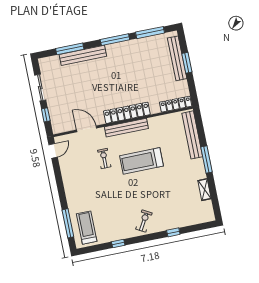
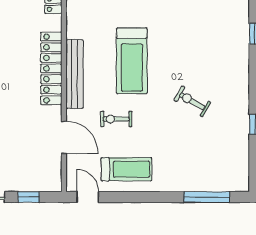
door: (87, 129) -> (64, 137), swing flipped
exercise bike: (144, 221) -> (192, 101), moved
treadmill: (87, 228) -> (127, 169), moved, turned 180

